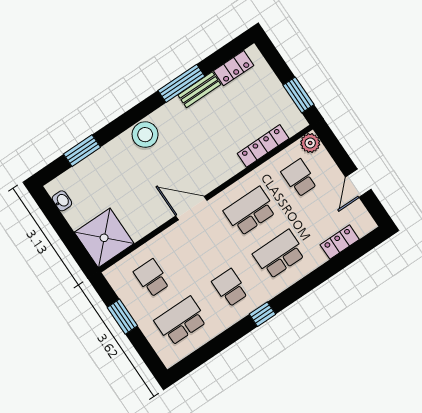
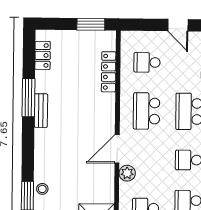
bench: (199, 90) -> (41, 111), moved
stool: (145, 135) -> (42, 189), moved, width x0.53, depth x0.53
plant: (310, 143) -> (127, 173), moved

